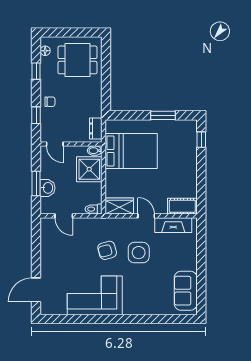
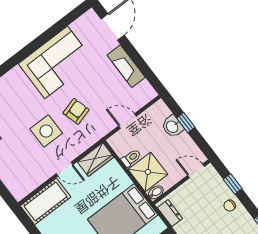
window: (36, 183) -> (186, 123), width x0.67
cot: (182, 206) -> (45, 201), width x1.37, depth x1.34
toilet: (93, 209) -> (131, 158), moved
door: (64, 216) -> (128, 121), moved
fireplace: (173, 225) -> (126, 66), moved, turned -90

